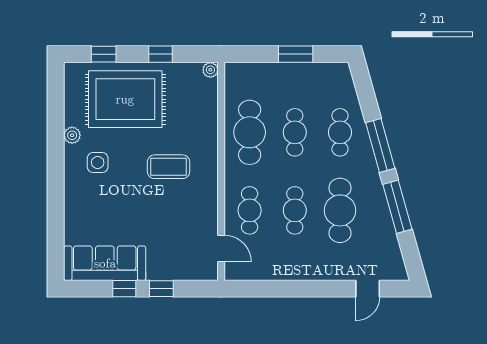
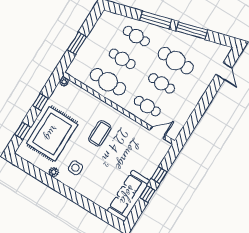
window: (296, 54) -> (77, 43), moved

